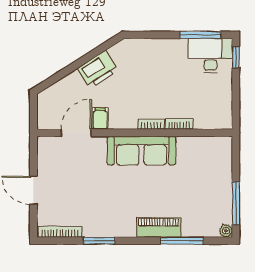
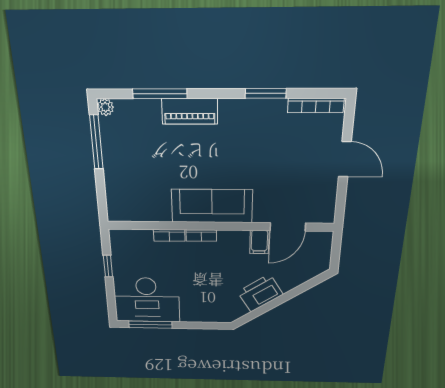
desk: (210, 56) -> (147, 300), width x1.36, depth x1.30
window: (236, 57) -> (108, 266), moved

